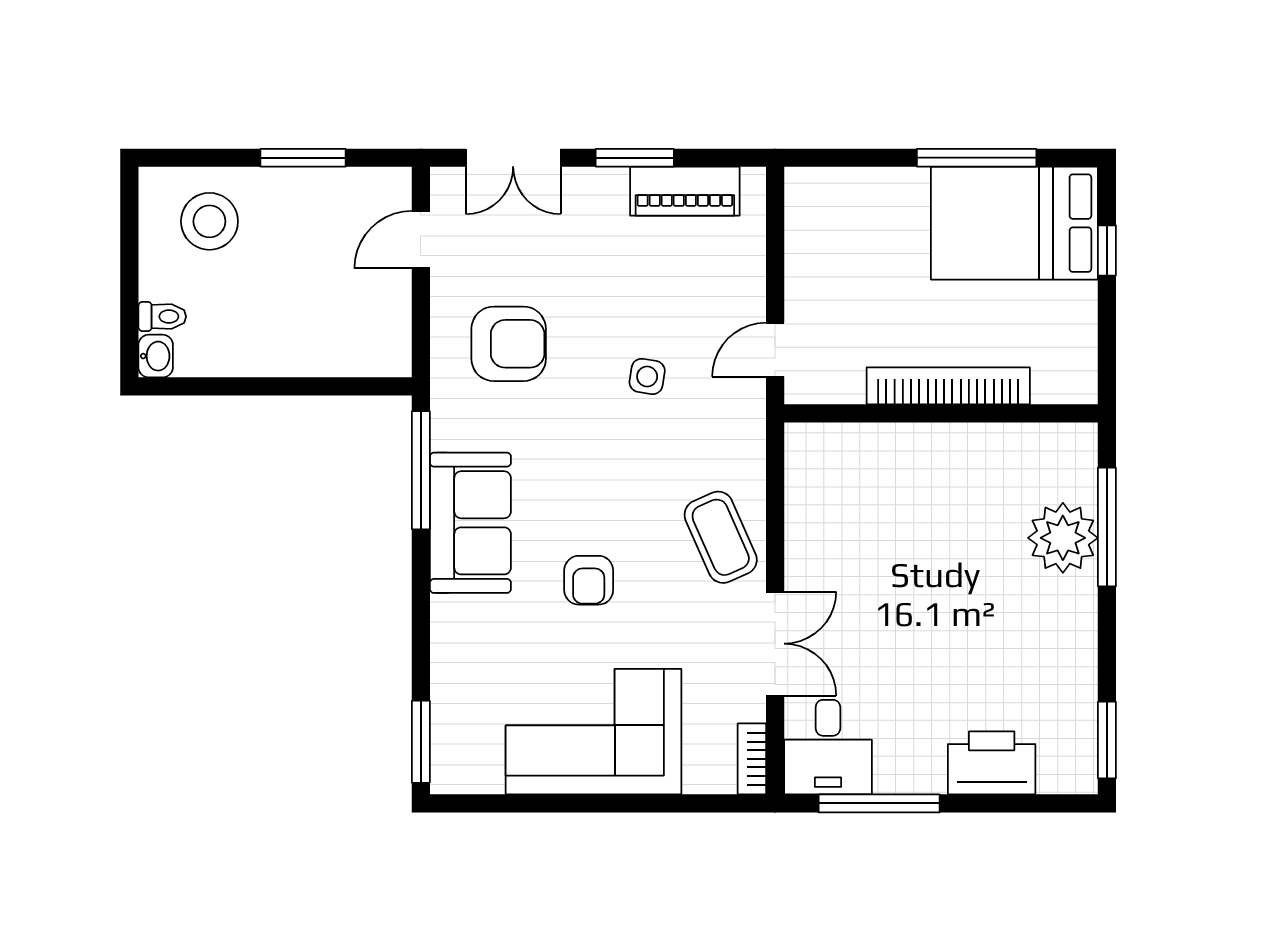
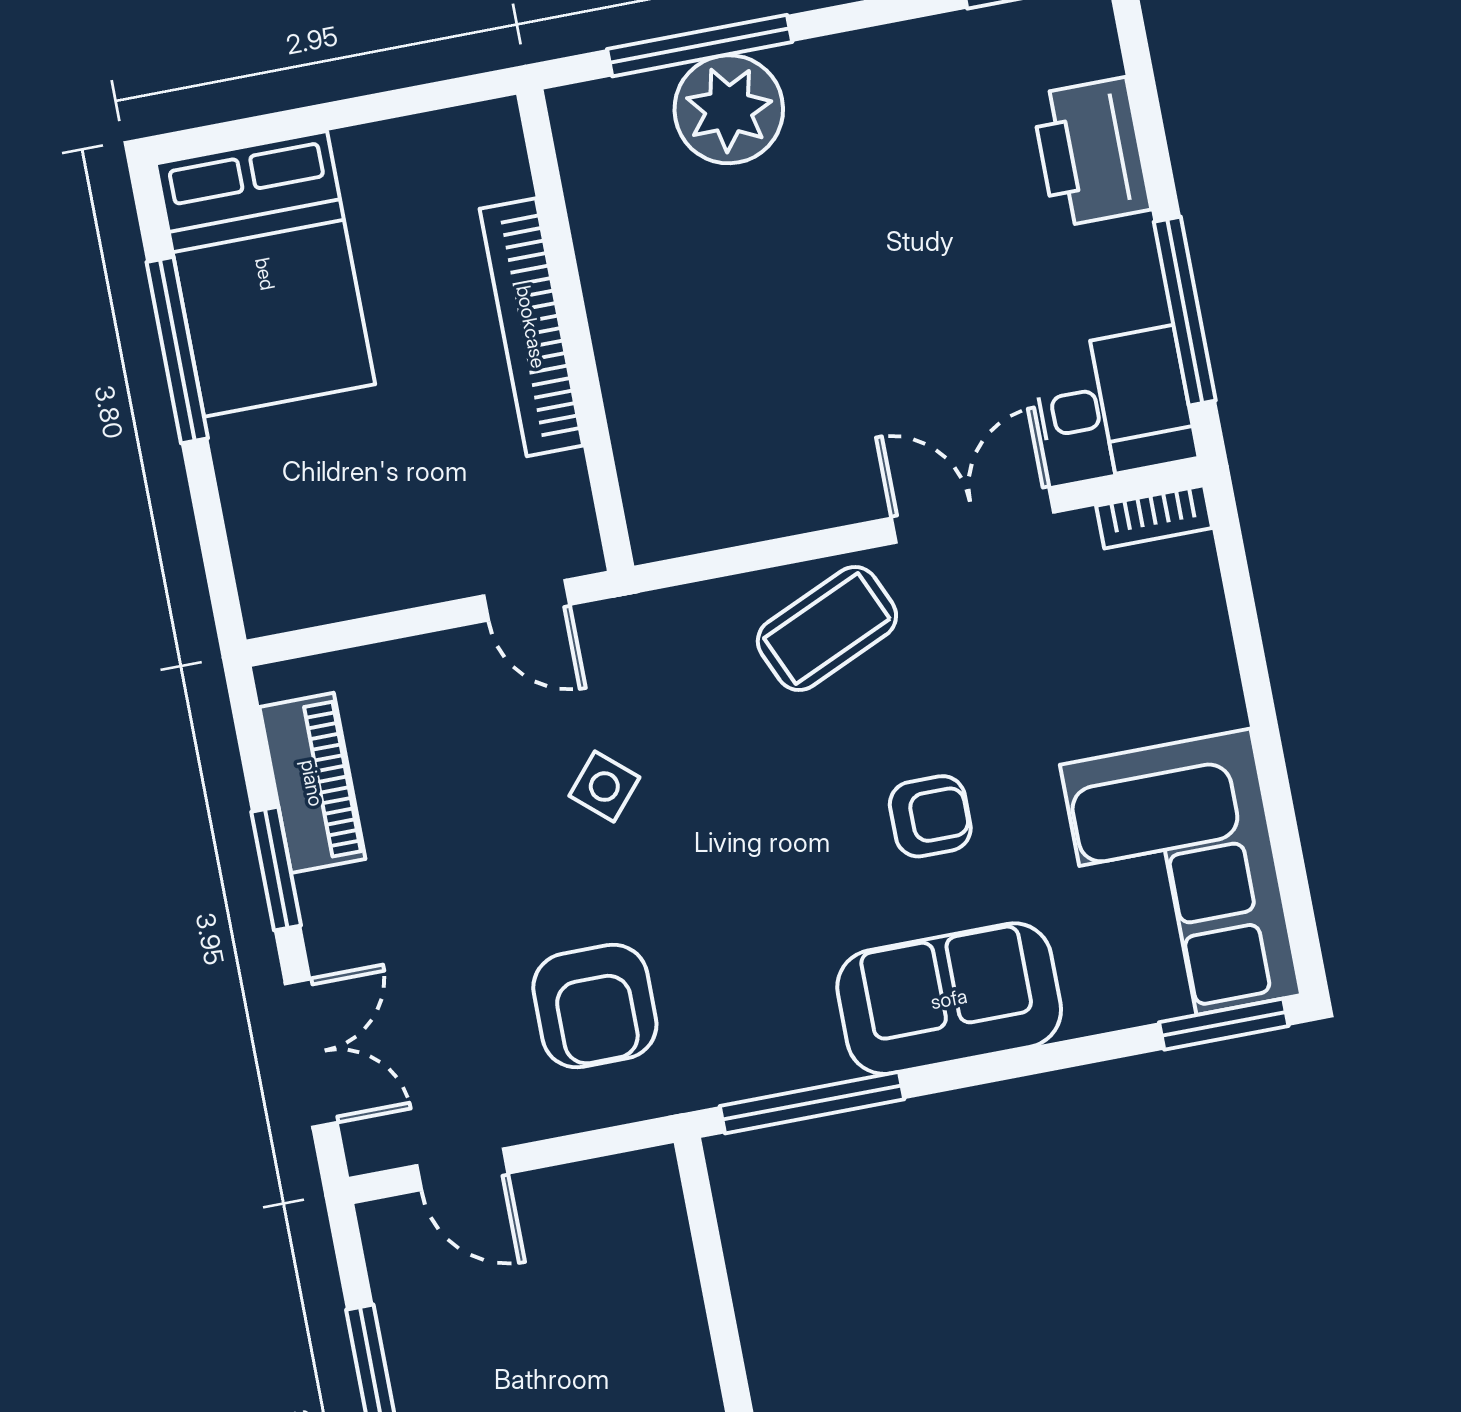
window: (1107, 250) -> (280, 126), removed
armchair: (509, 344) -> (595, 1006), turned 180
side table: (647, 376) -> (604, 787), turned 32
sofa: (470, 523) -> (949, 999), moved
corner sofa: (594, 732) -> (1181, 880), moved

